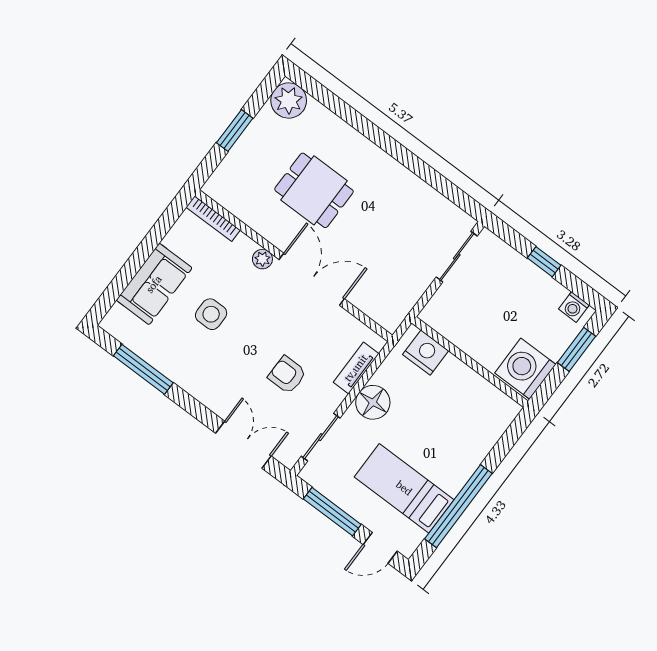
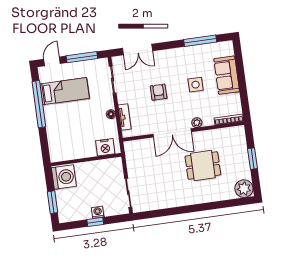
washing machine: (574, 307) -> (98, 212), moved
armchair: (287, 375) -> (159, 92), moved, turned -90
floor lamp: (373, 402) -> (111, 114), width x0.53, depth x0.53

